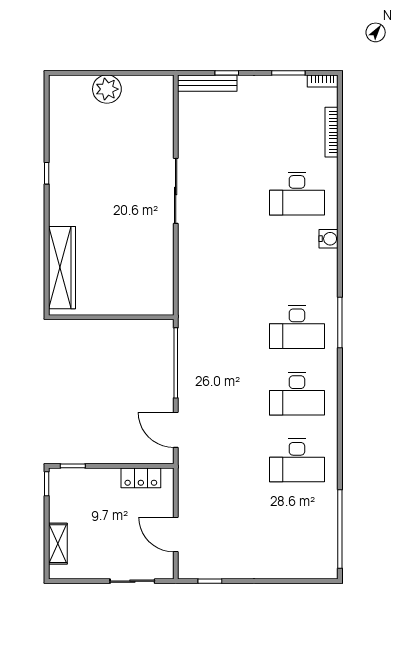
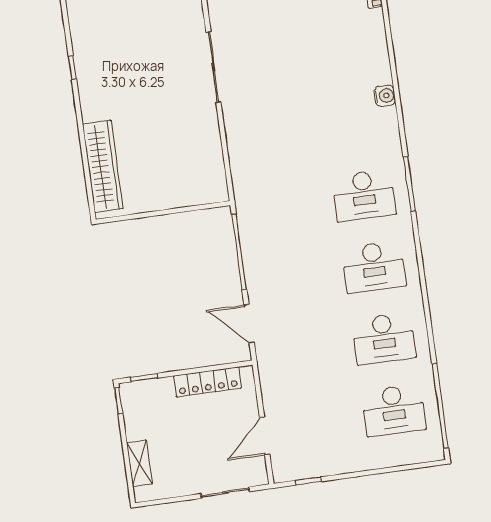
desk: (297, 194) -> (394, 410), moved
locker: (141, 478) -> (208, 382), width x1.53
door: (176, 535) -> (265, 436), hinge flipped

